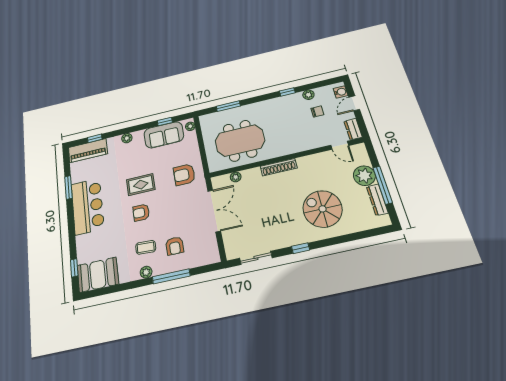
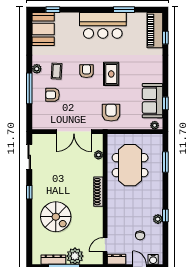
plant: (308, 95) -> (158, 219), moved
plant: (127, 138) -> (158, 67), removed
spiral stairs: (323, 209) -> (56, 217), turned 90

